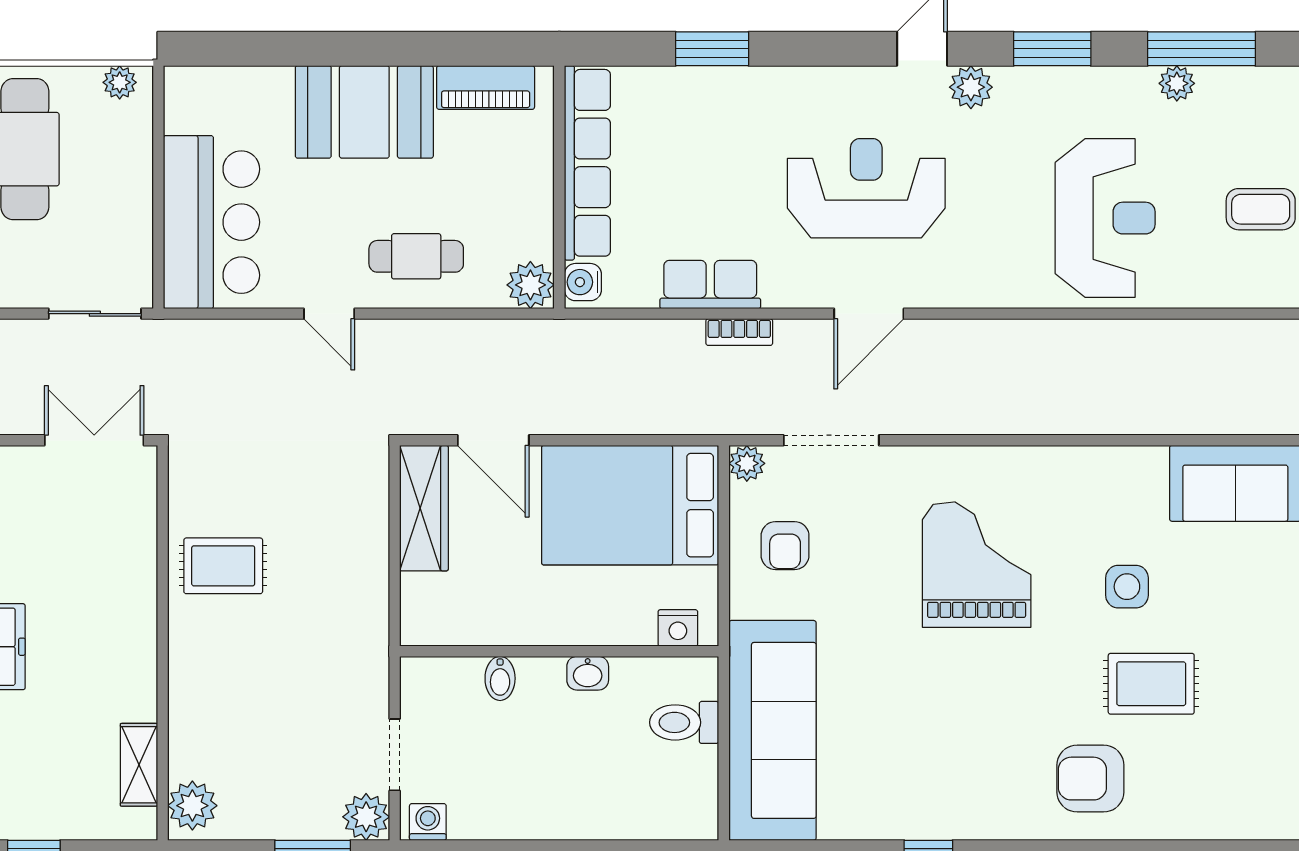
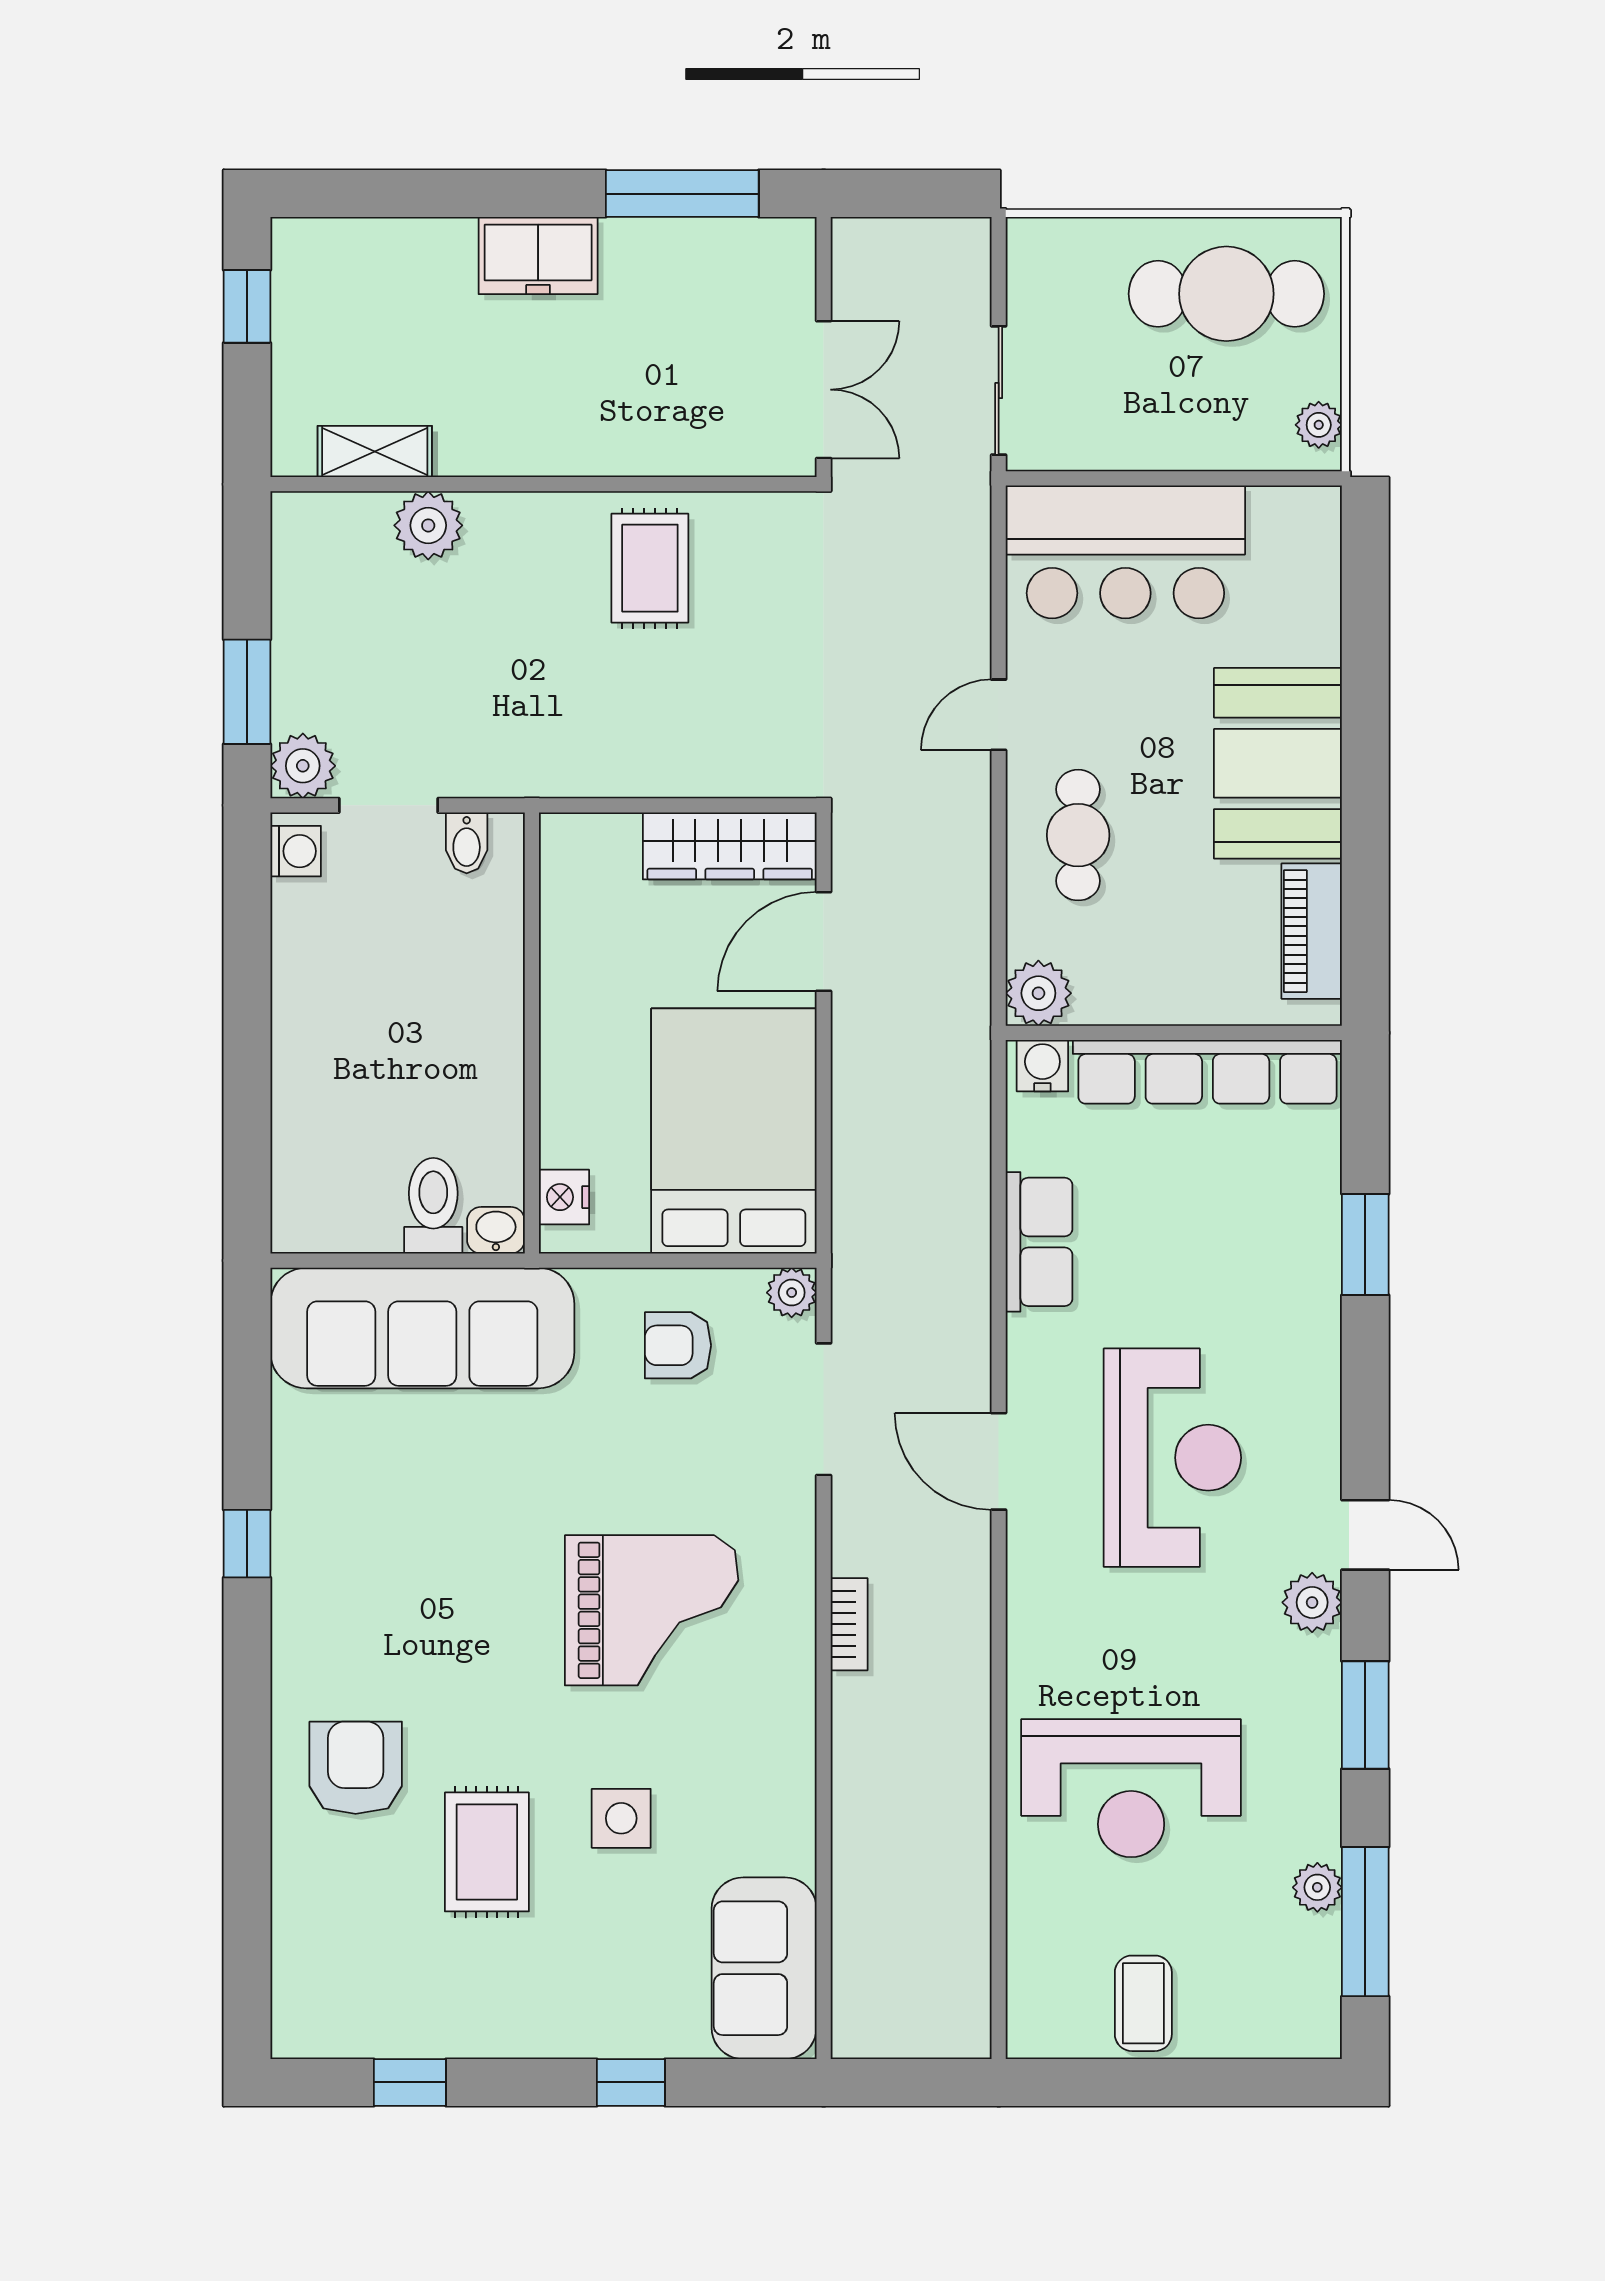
bookcase: (739, 332) -> (849, 1624), moved, turned 180
washbasin: (588, 673) -> (496, 1230), moved, turned 90
bidet: (500, 678) -> (467, 843), moved, turned -90
plant: (192, 806) -> (428, 525), moved

